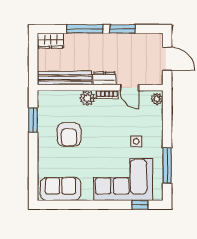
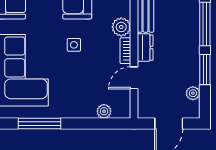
plant: (142, 39) -> (193, 93), added
plant: (157, 99) -> (104, 111), moved
side table: (136, 141) -> (74, 45), moved

